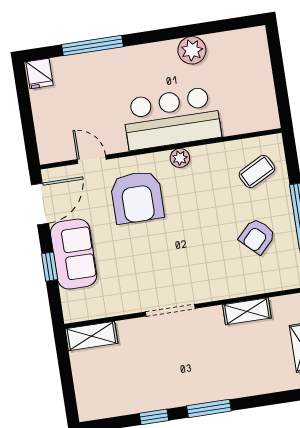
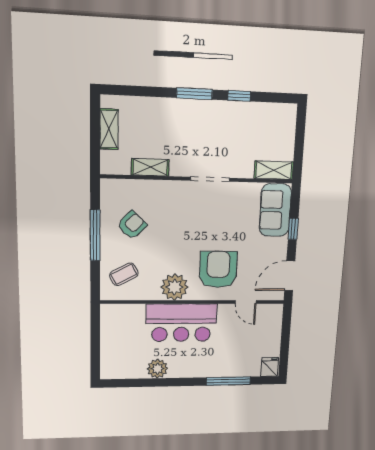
plant: (180, 158) -> (175, 287), width x1.87, depth x1.87
sofa: (74, 254) -> (275, 210), moved

